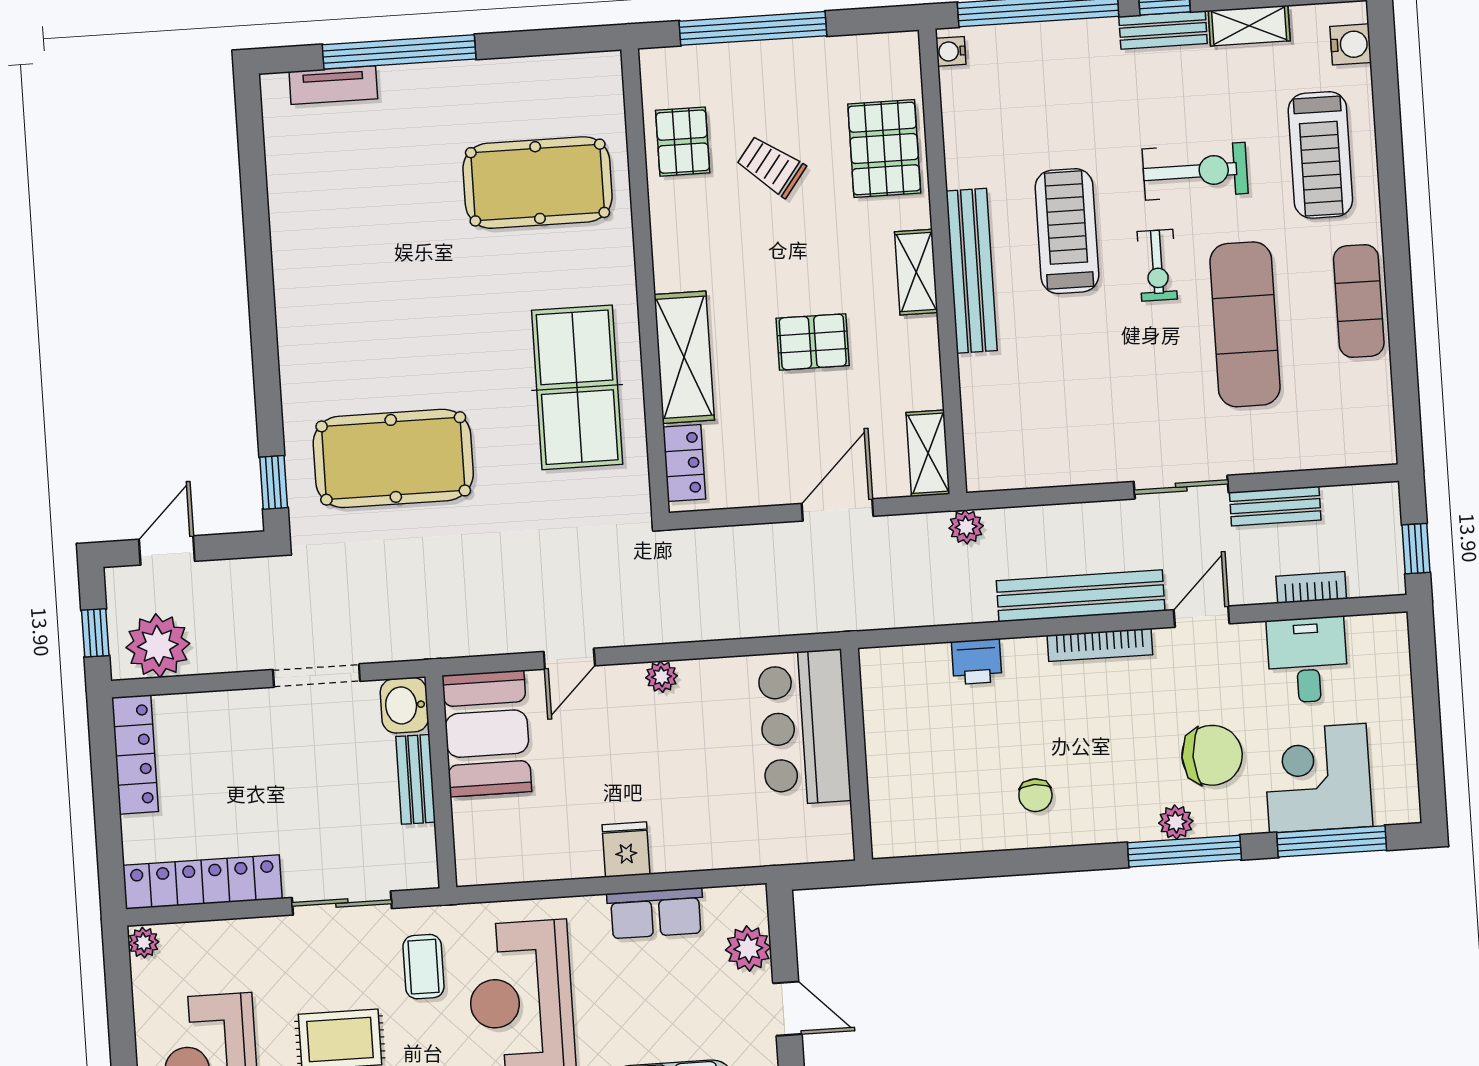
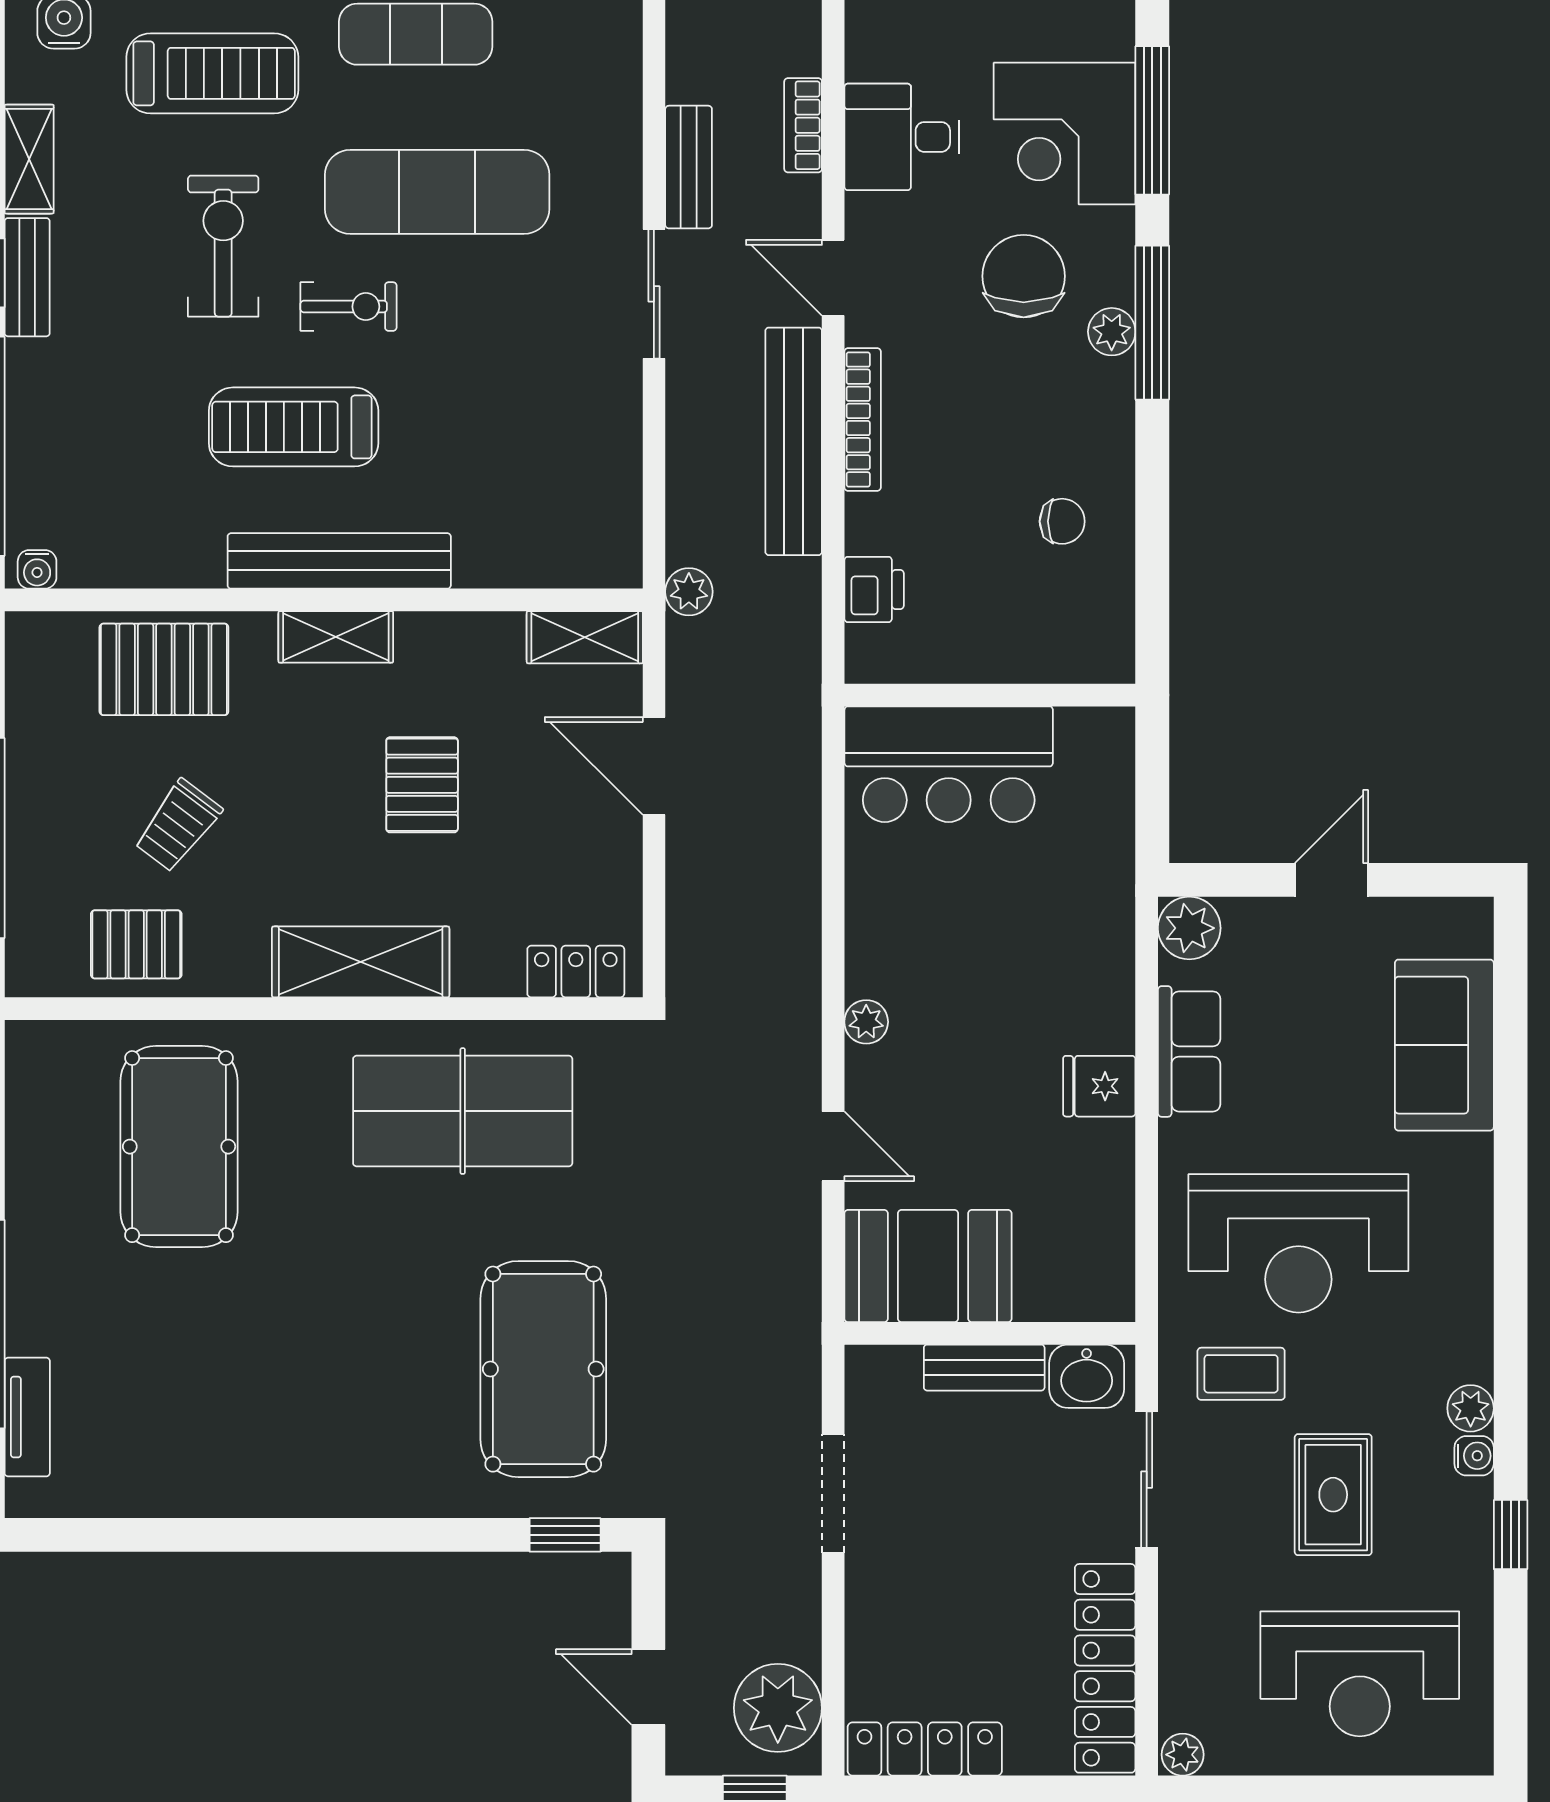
shelving: (684, 357) -> (361, 962), moved
washbasin: (404, 705) -> (1087, 1376), moved
bar counter: (804, 728) -> (949, 764), moved
wall: (857, 754) -> (990, 695), moved
plant: (748, 949) -> (1189, 928), moved

